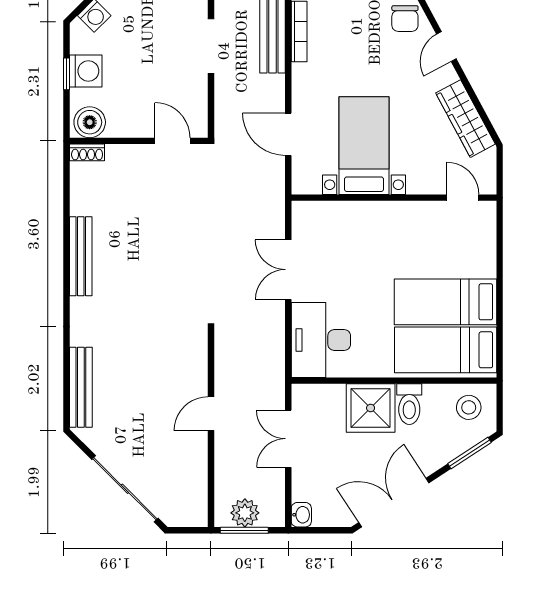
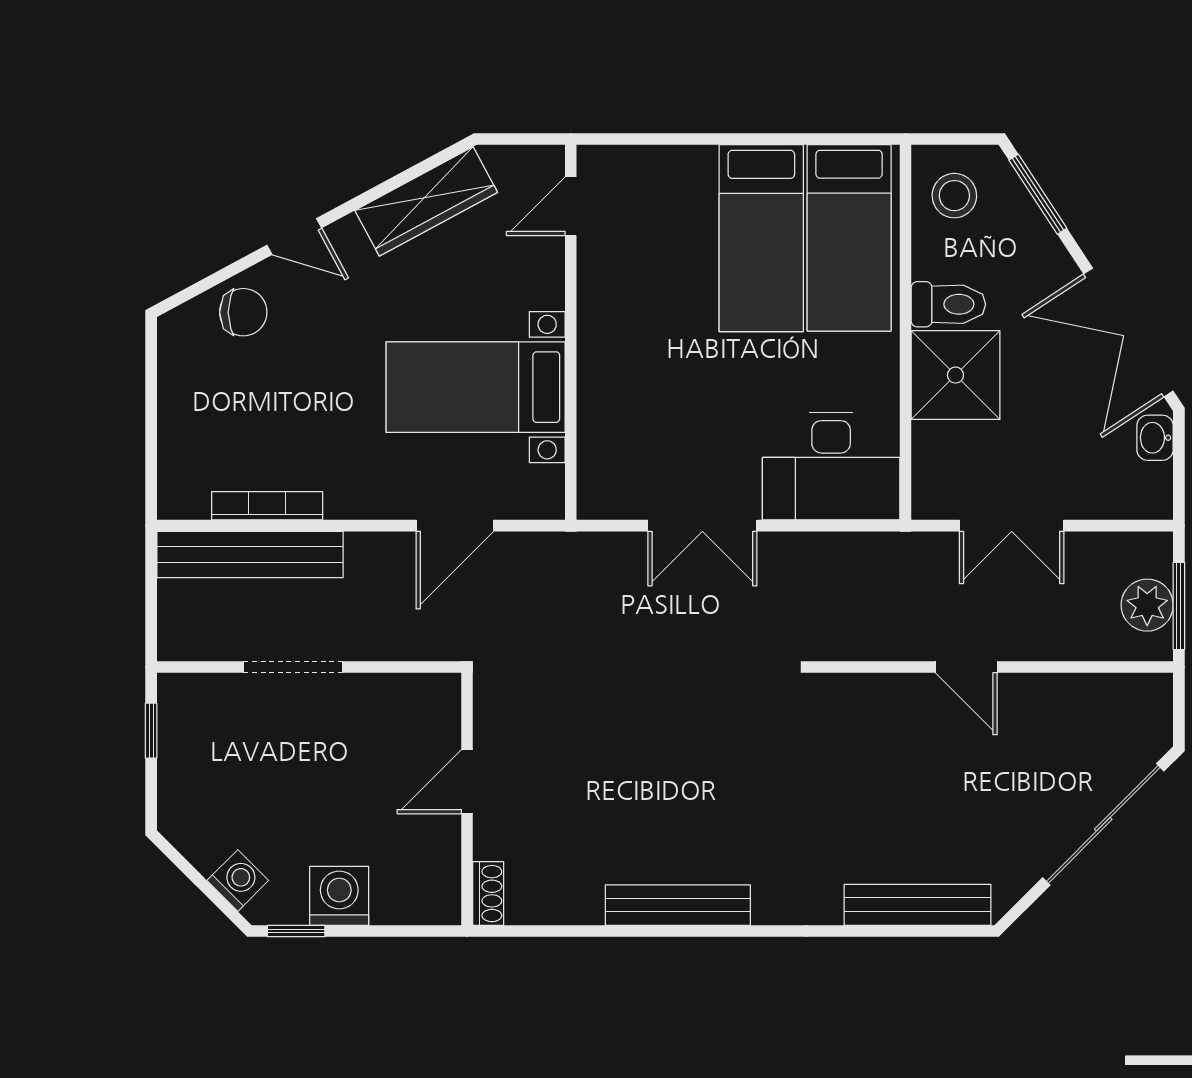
window: (67, 74) -> (296, 931), moved
boiler: (90, 122) -> (433, 889), removed
door: (172, 141) -> (467, 782), moved
washbasin: (301, 515) -> (1155, 438), moved, turned -90

